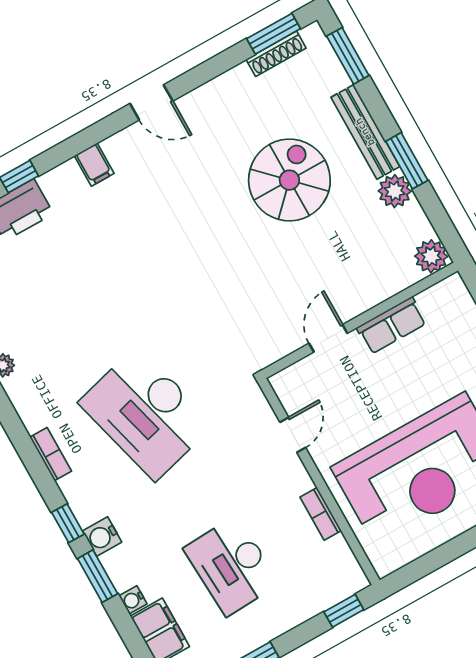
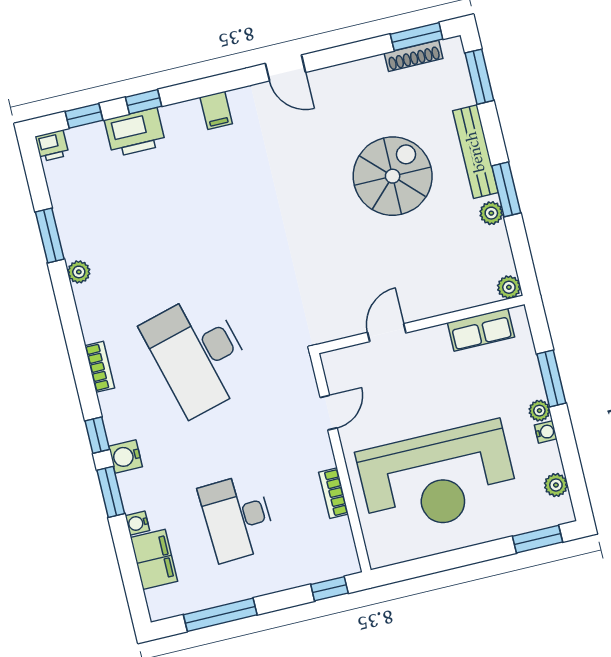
plant: (395, 191) -> (491, 213), width x0.73, depth x0.73
plant: (431, 256) -> (509, 287), width x0.73, depth x0.73
row of seats: (392, 325) -> (481, 330), moved

